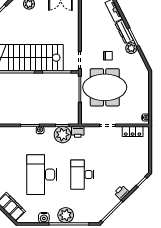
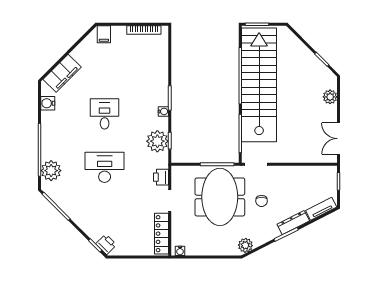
plant: (131, 48) -> (245, 245), moved
printer: (78, 132) -> (161, 177), moved
locker: (133, 132) -> (161, 234), width x1.53
desk: (42, 175) -> (105, 114), width x0.53, depth x0.77
printer: (122, 193) -> (106, 244), moved
plant: (66, 215) -> (51, 171), moved
water cooler: (44, 218) -> (48, 103), moved

